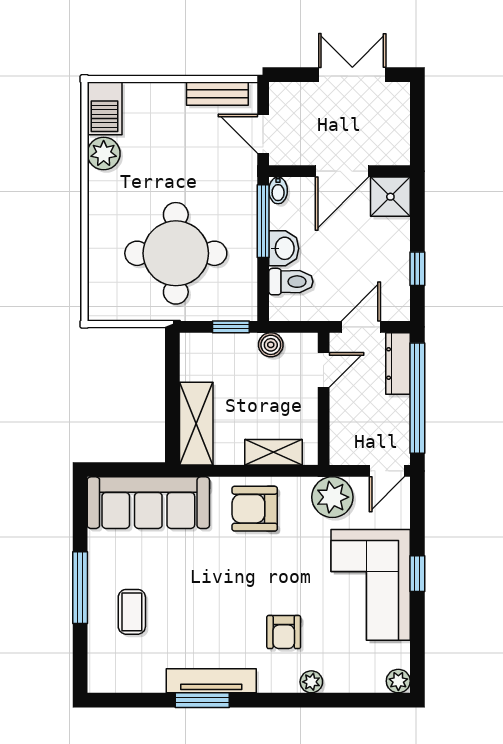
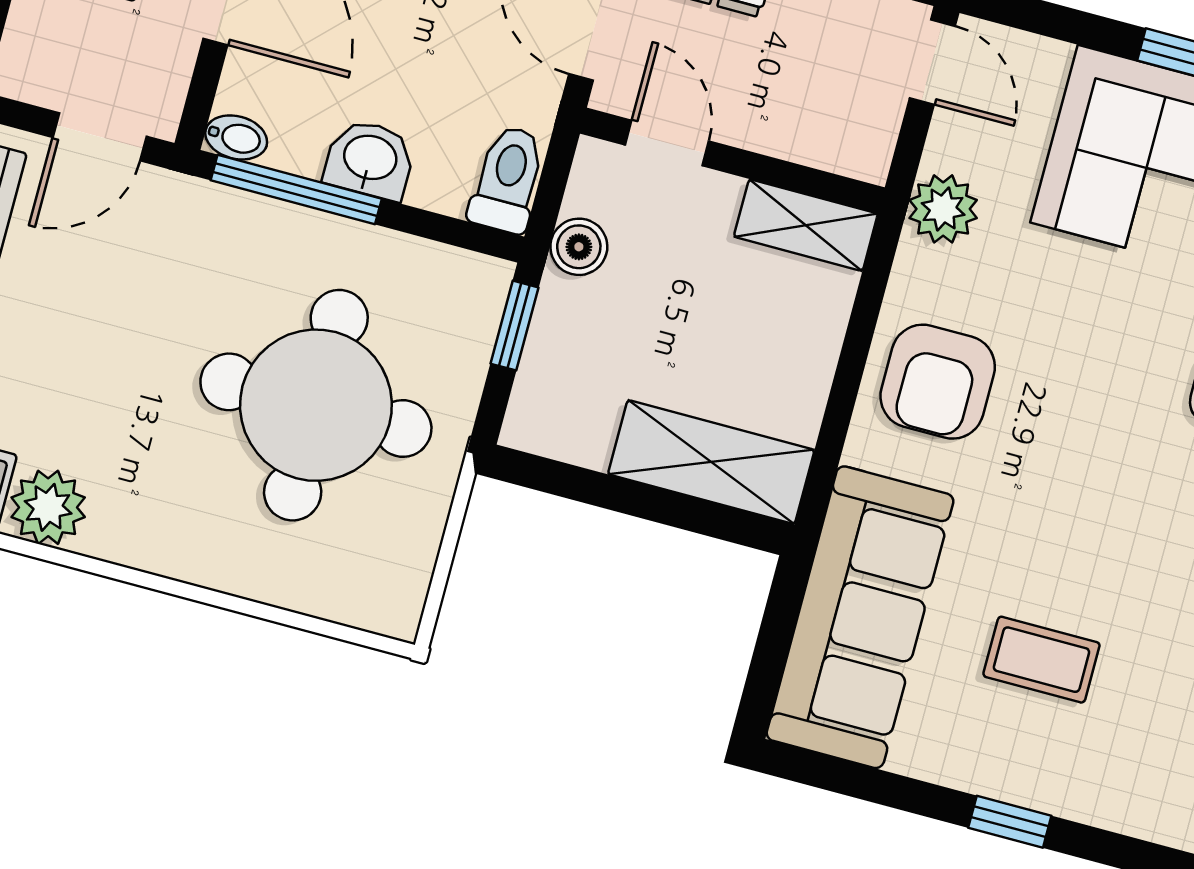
toilet: (291, 282) -> (508, 179), moved
shelving: (273, 452) -> (806, 225), moved, turned 90
plant: (332, 497) -> (943, 209), width x0.73, depth x0.73
window: (80, 588) -> (1010, 822), width x0.46
coffee table: (132, 612) -> (1041, 660), moved

